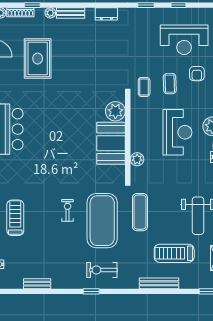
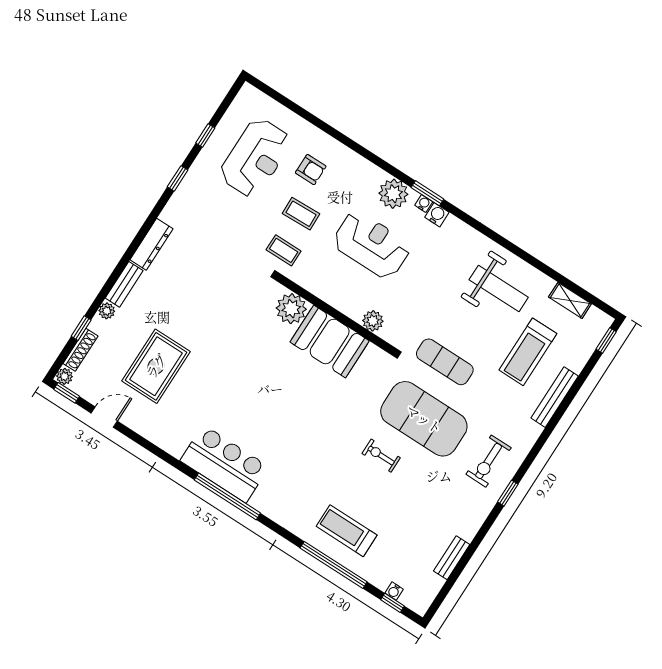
dresser: (106, 14) -> (151, 244), width x1.44
rug: (38, 59) -> (156, 366), turned 90

